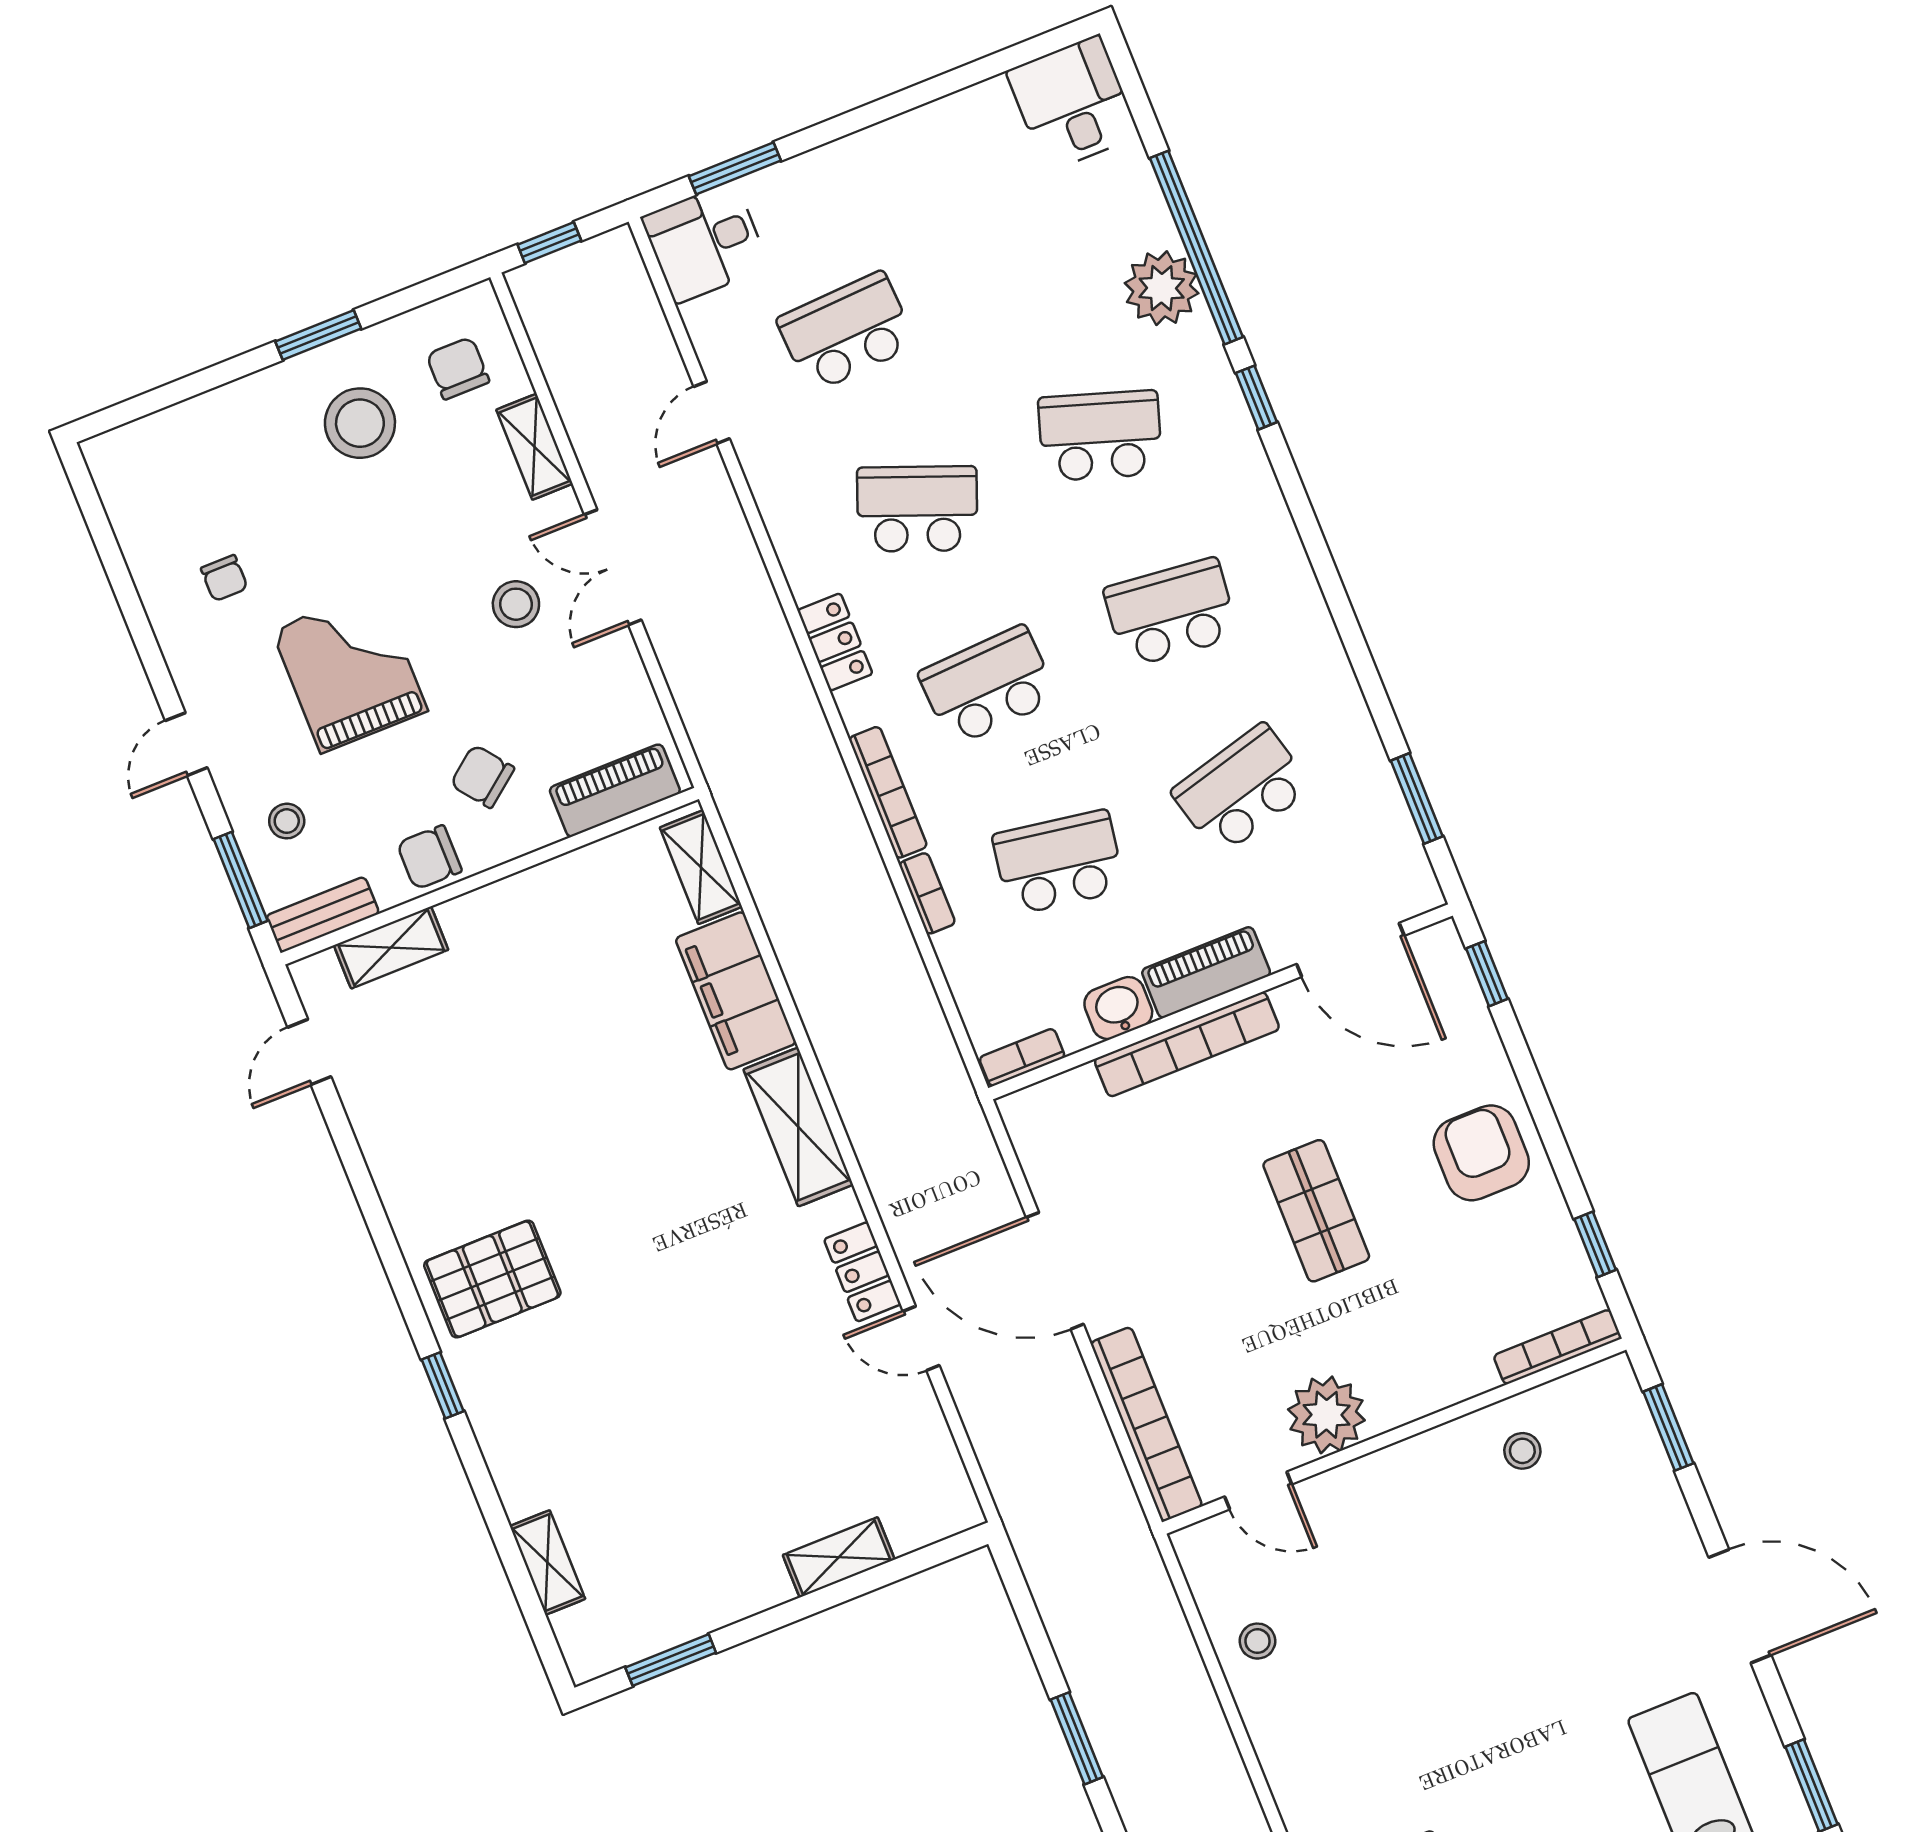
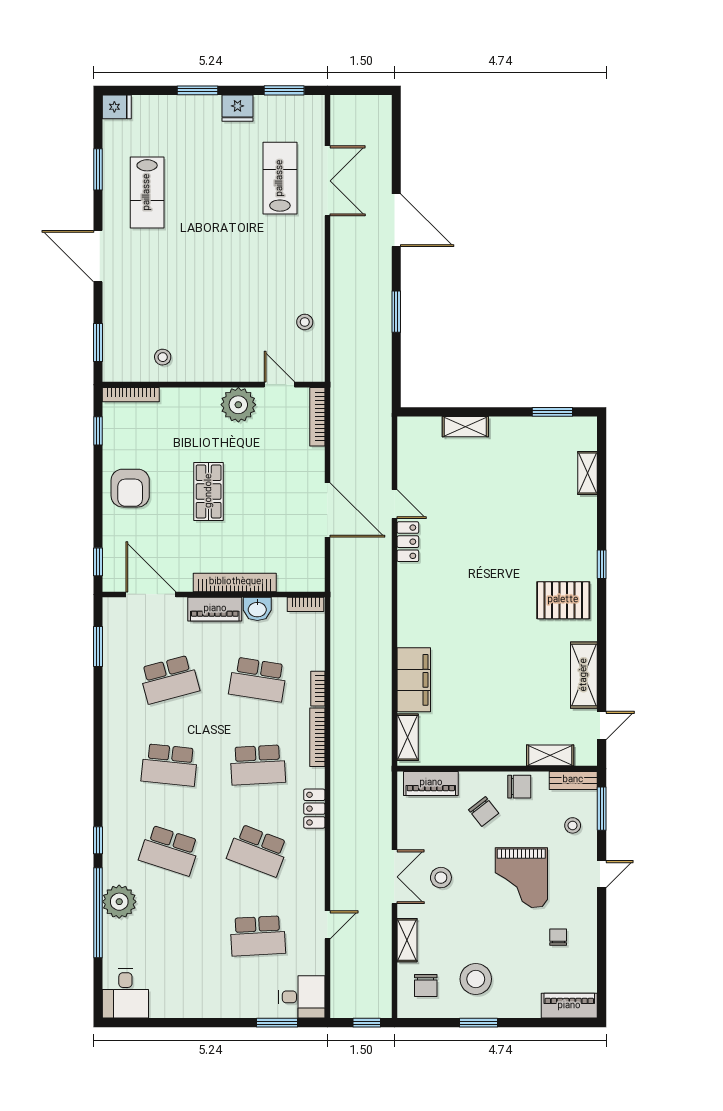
piano: (144, 445) -> (569, 1006), added
shelving: (798, 1127) -> (584, 675), moved
bookcase: (1146, 1424) -> (317, 417), width x0.68, depth x0.76

